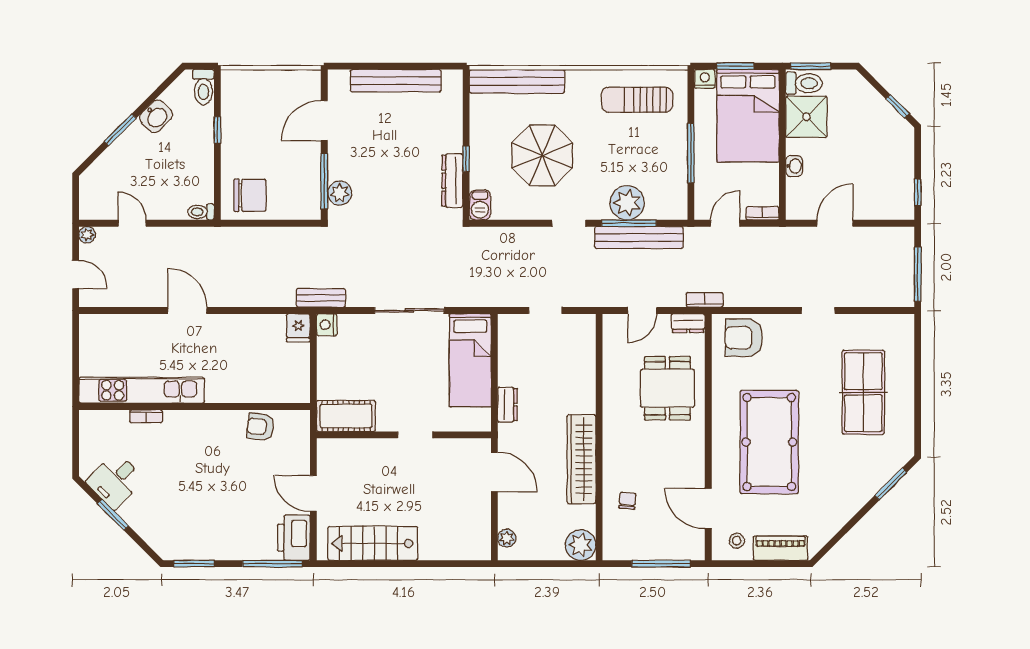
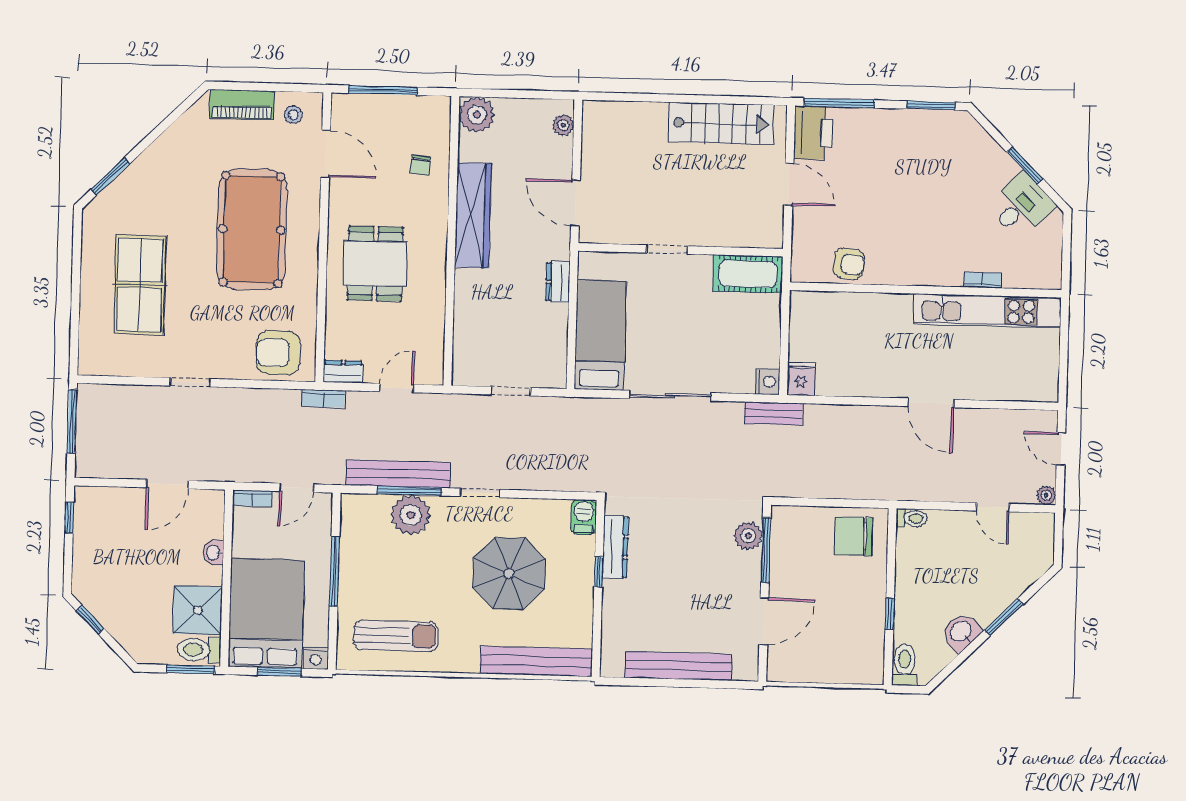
armchair: (744, 338) -> (278, 353), turned 180
dining table: (667, 388) -> (375, 264), moved

